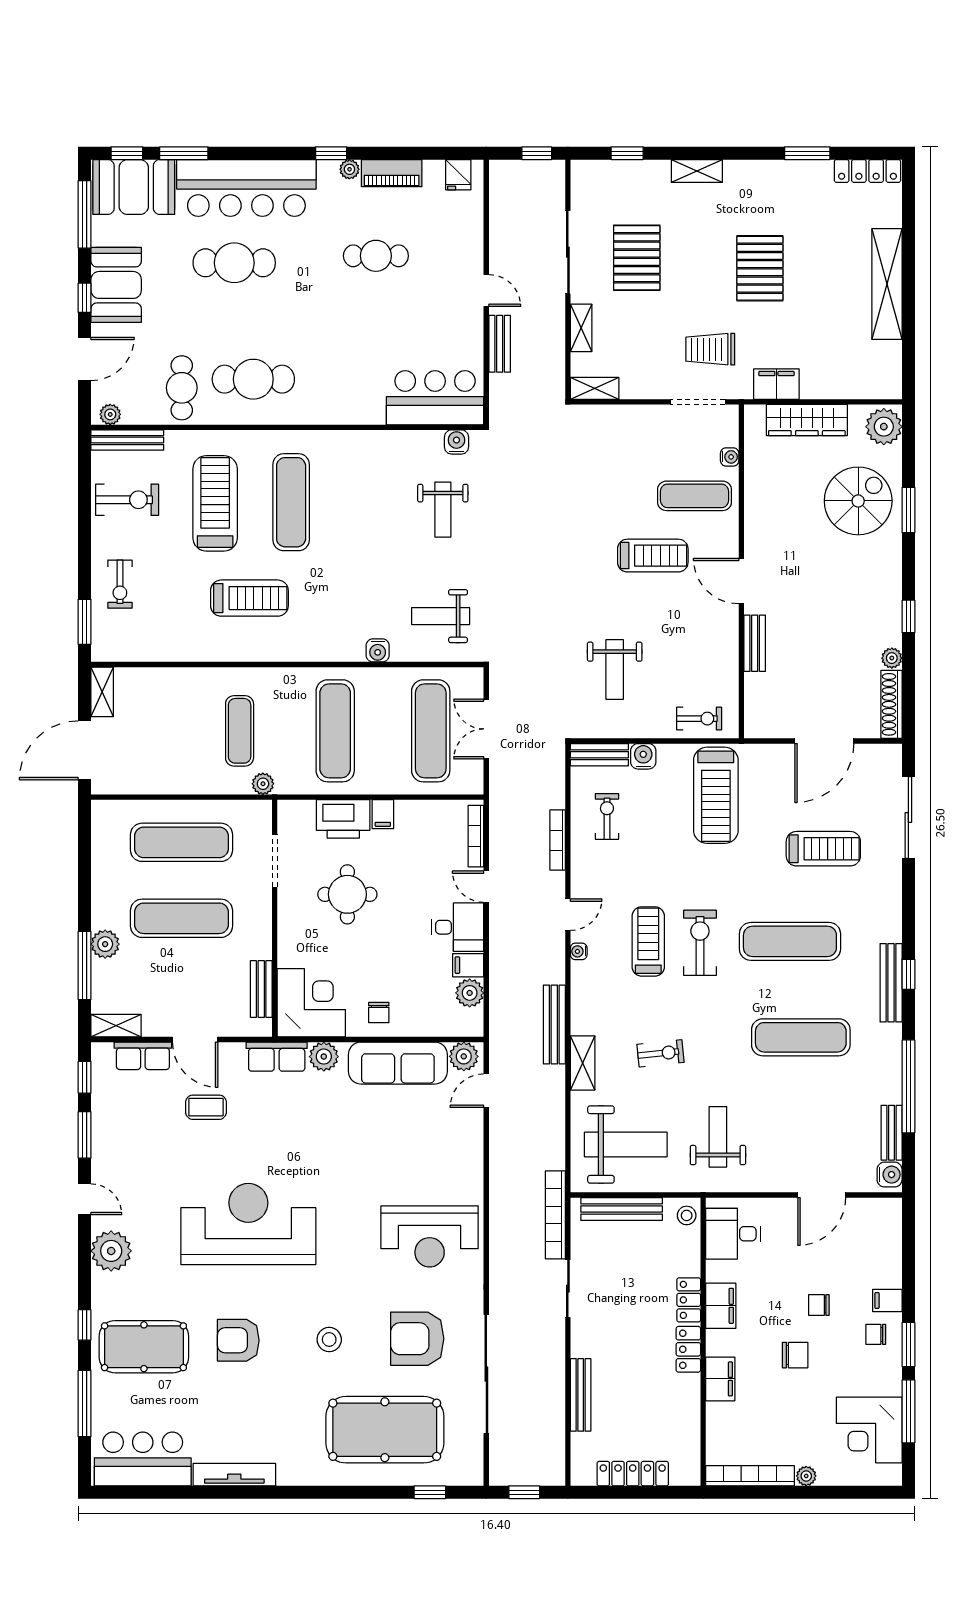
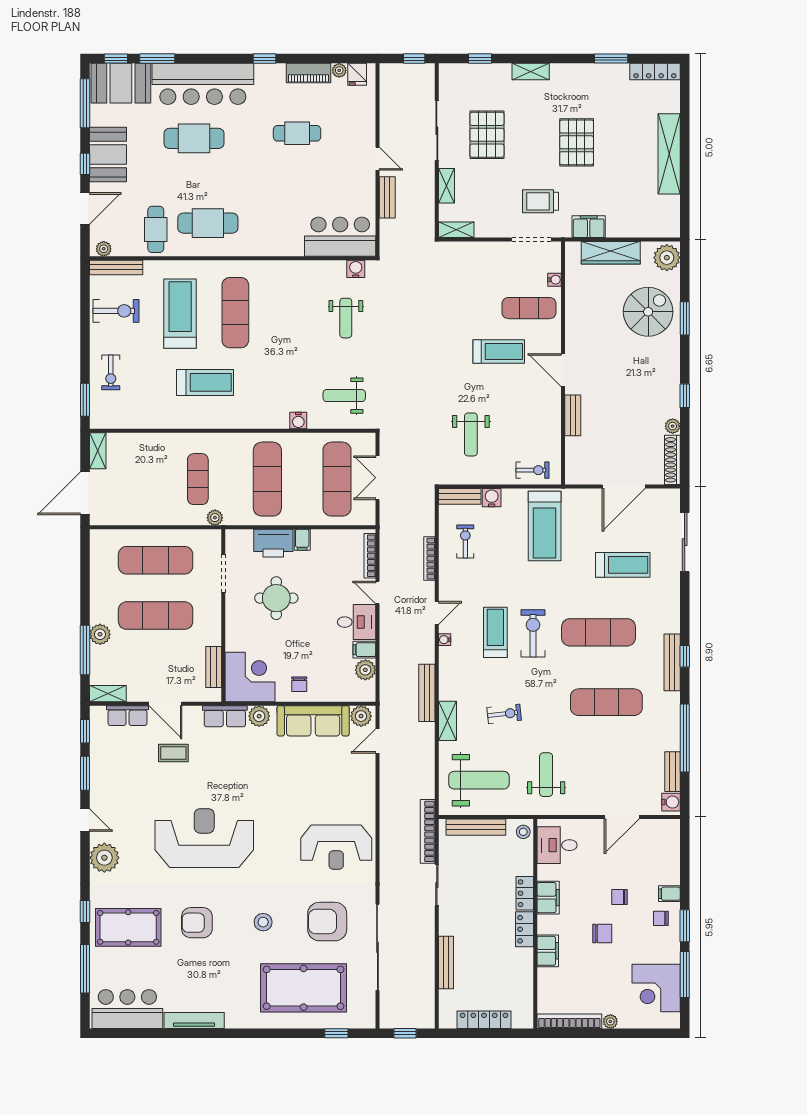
plant: (349, 169) -> (339, 70), moved

